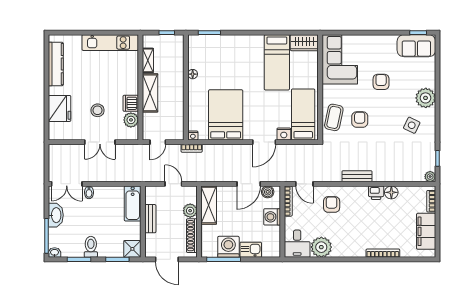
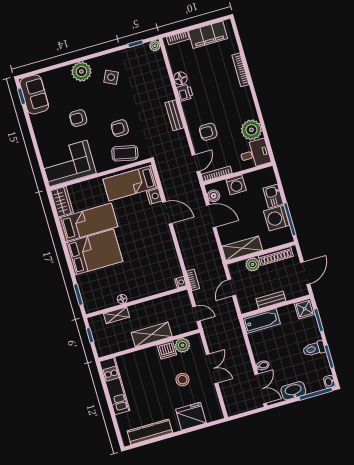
shelving: (148, 60) -> (116, 315), moved
bed: (226, 115) -> (94, 252), moved, turned 180

